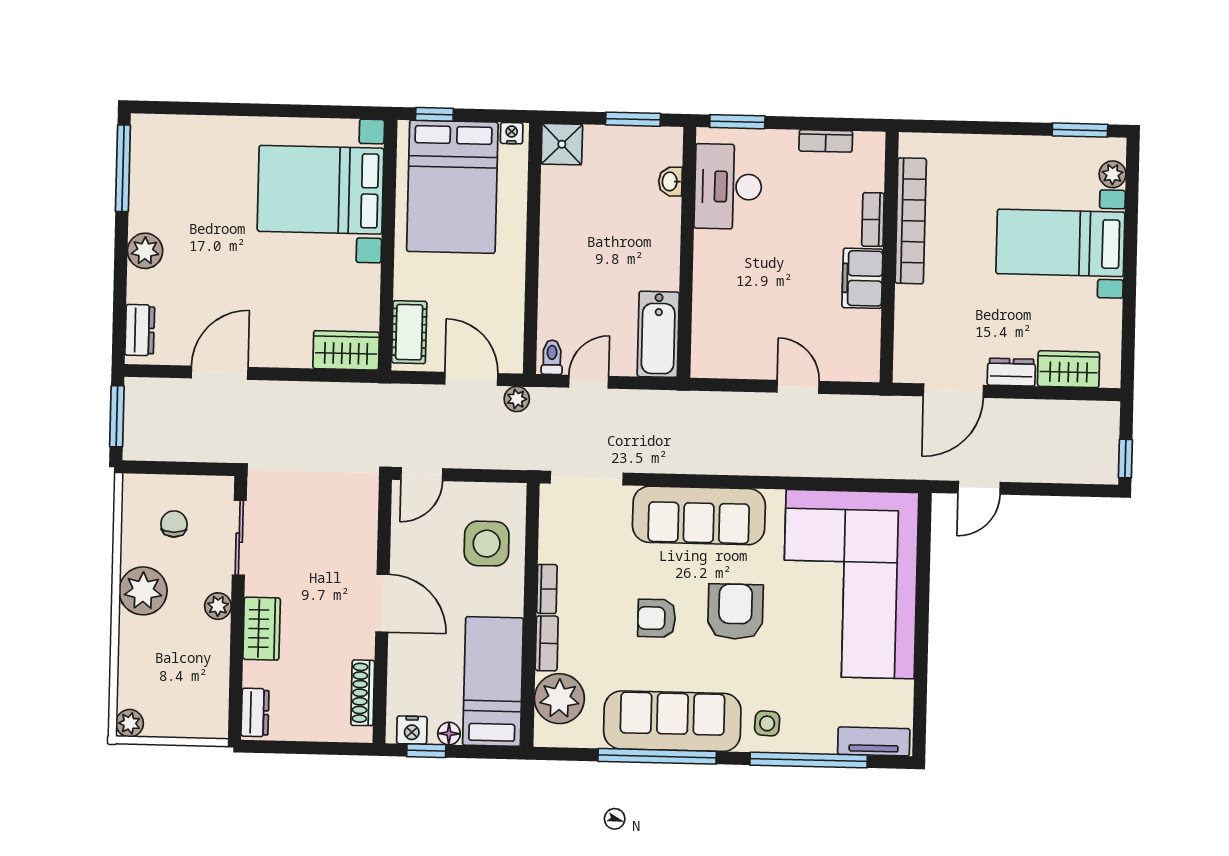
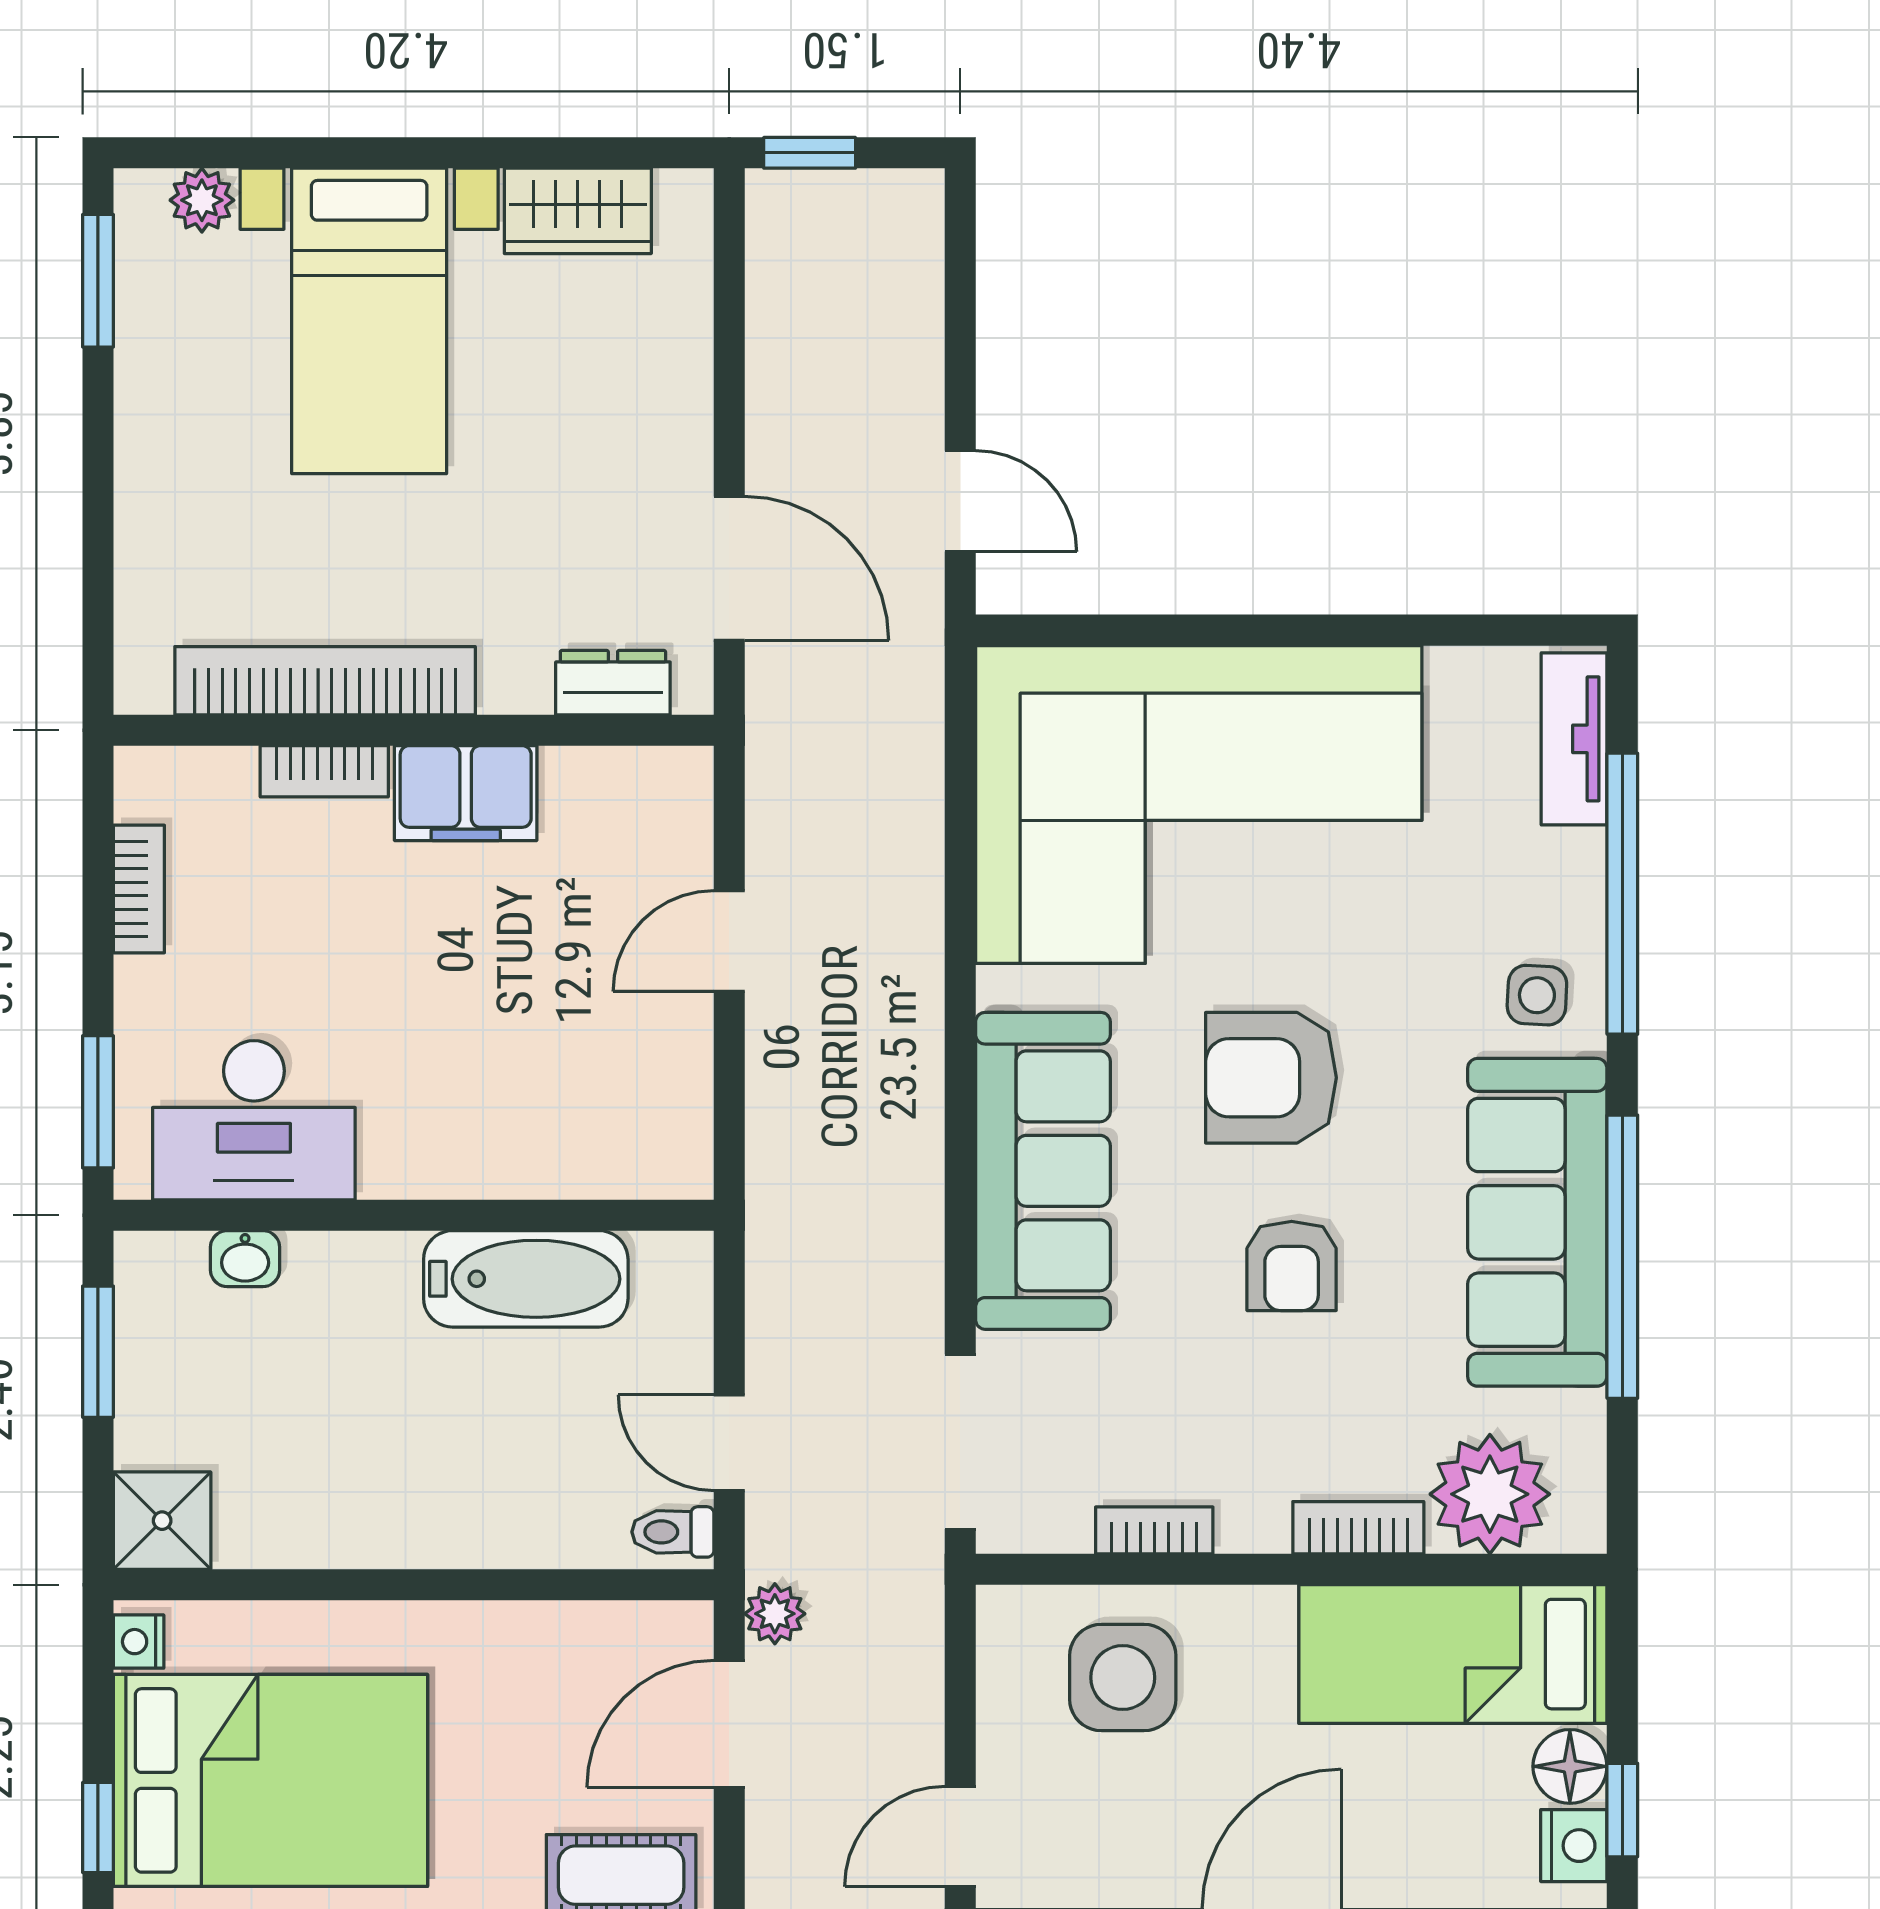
bathtub: (658, 334) -> (526, 1279), moved
wardrobe: (1069, 369) -> (578, 211), moved, turned -90
dresser: (1011, 372) -> (613, 683), moved, turned 90
window: (1125, 459) -> (810, 153), moved
door: (422, 474) -> (960, 1836), swing flipped
bookcase: (547, 589) -> (1154, 1530), moved
floor lamp: (449, 734) -> (1570, 1766), width x1.37, depth x1.37

